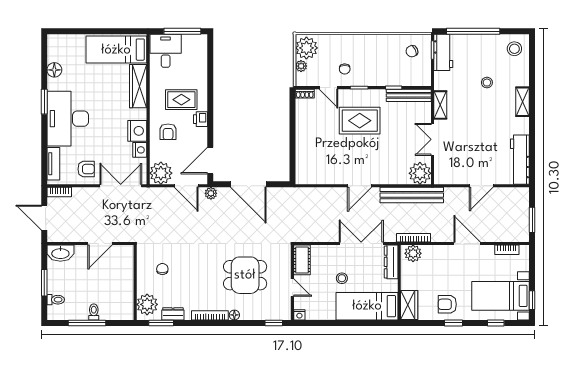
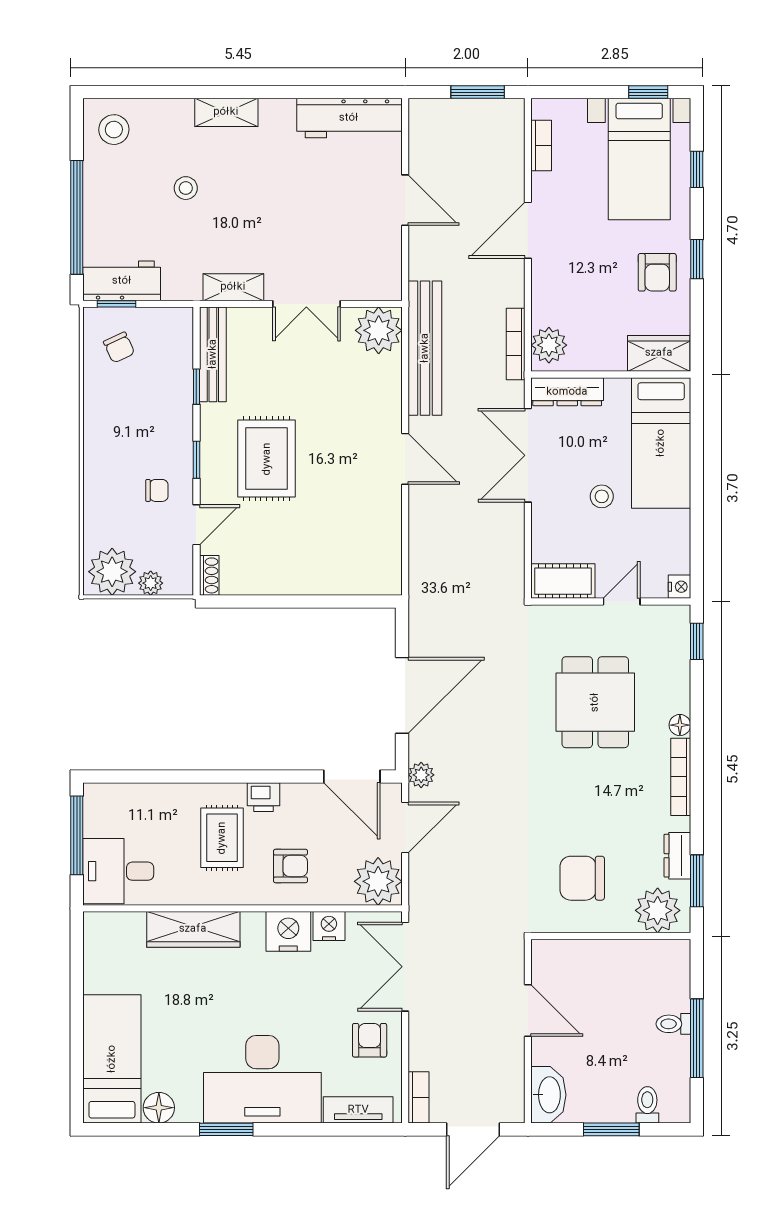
bed: (116, 50) -> (112, 1059), moved, turned 180
chair: (162, 269) -> (582, 878), width x1.87, depth x1.87

